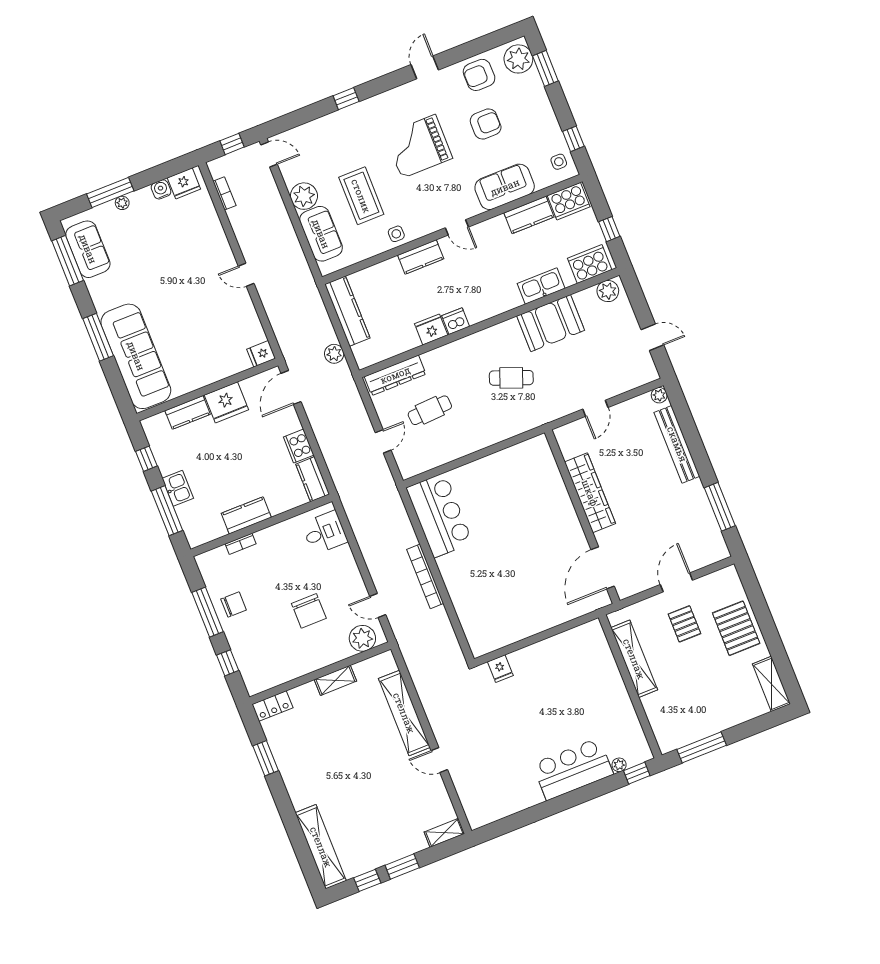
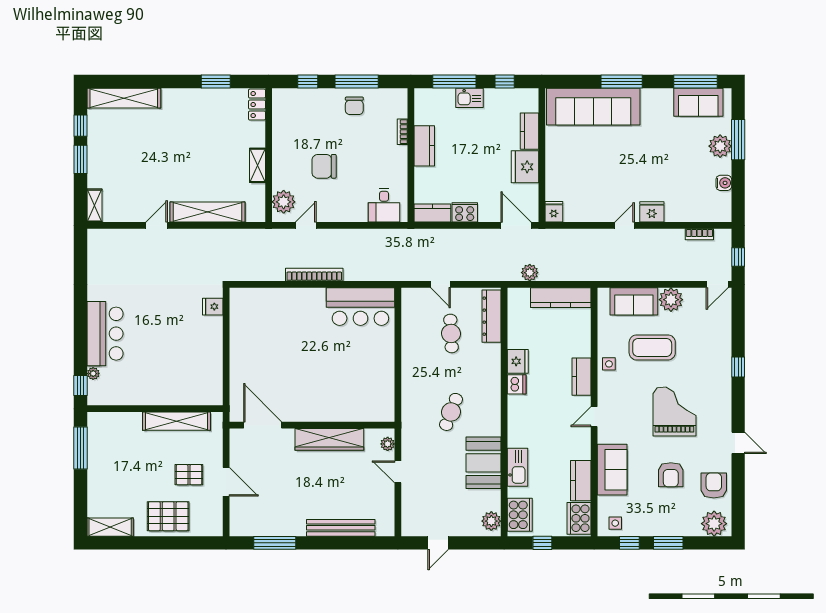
window: (545, 68) -> (668, 543), moved
fridge: (184, 183) -> (652, 212), moved, turned 90
plant: (122, 203) -> (720, 146), width x1.88, depth x1.88
plant: (659, 395) -> (388, 444), moved

